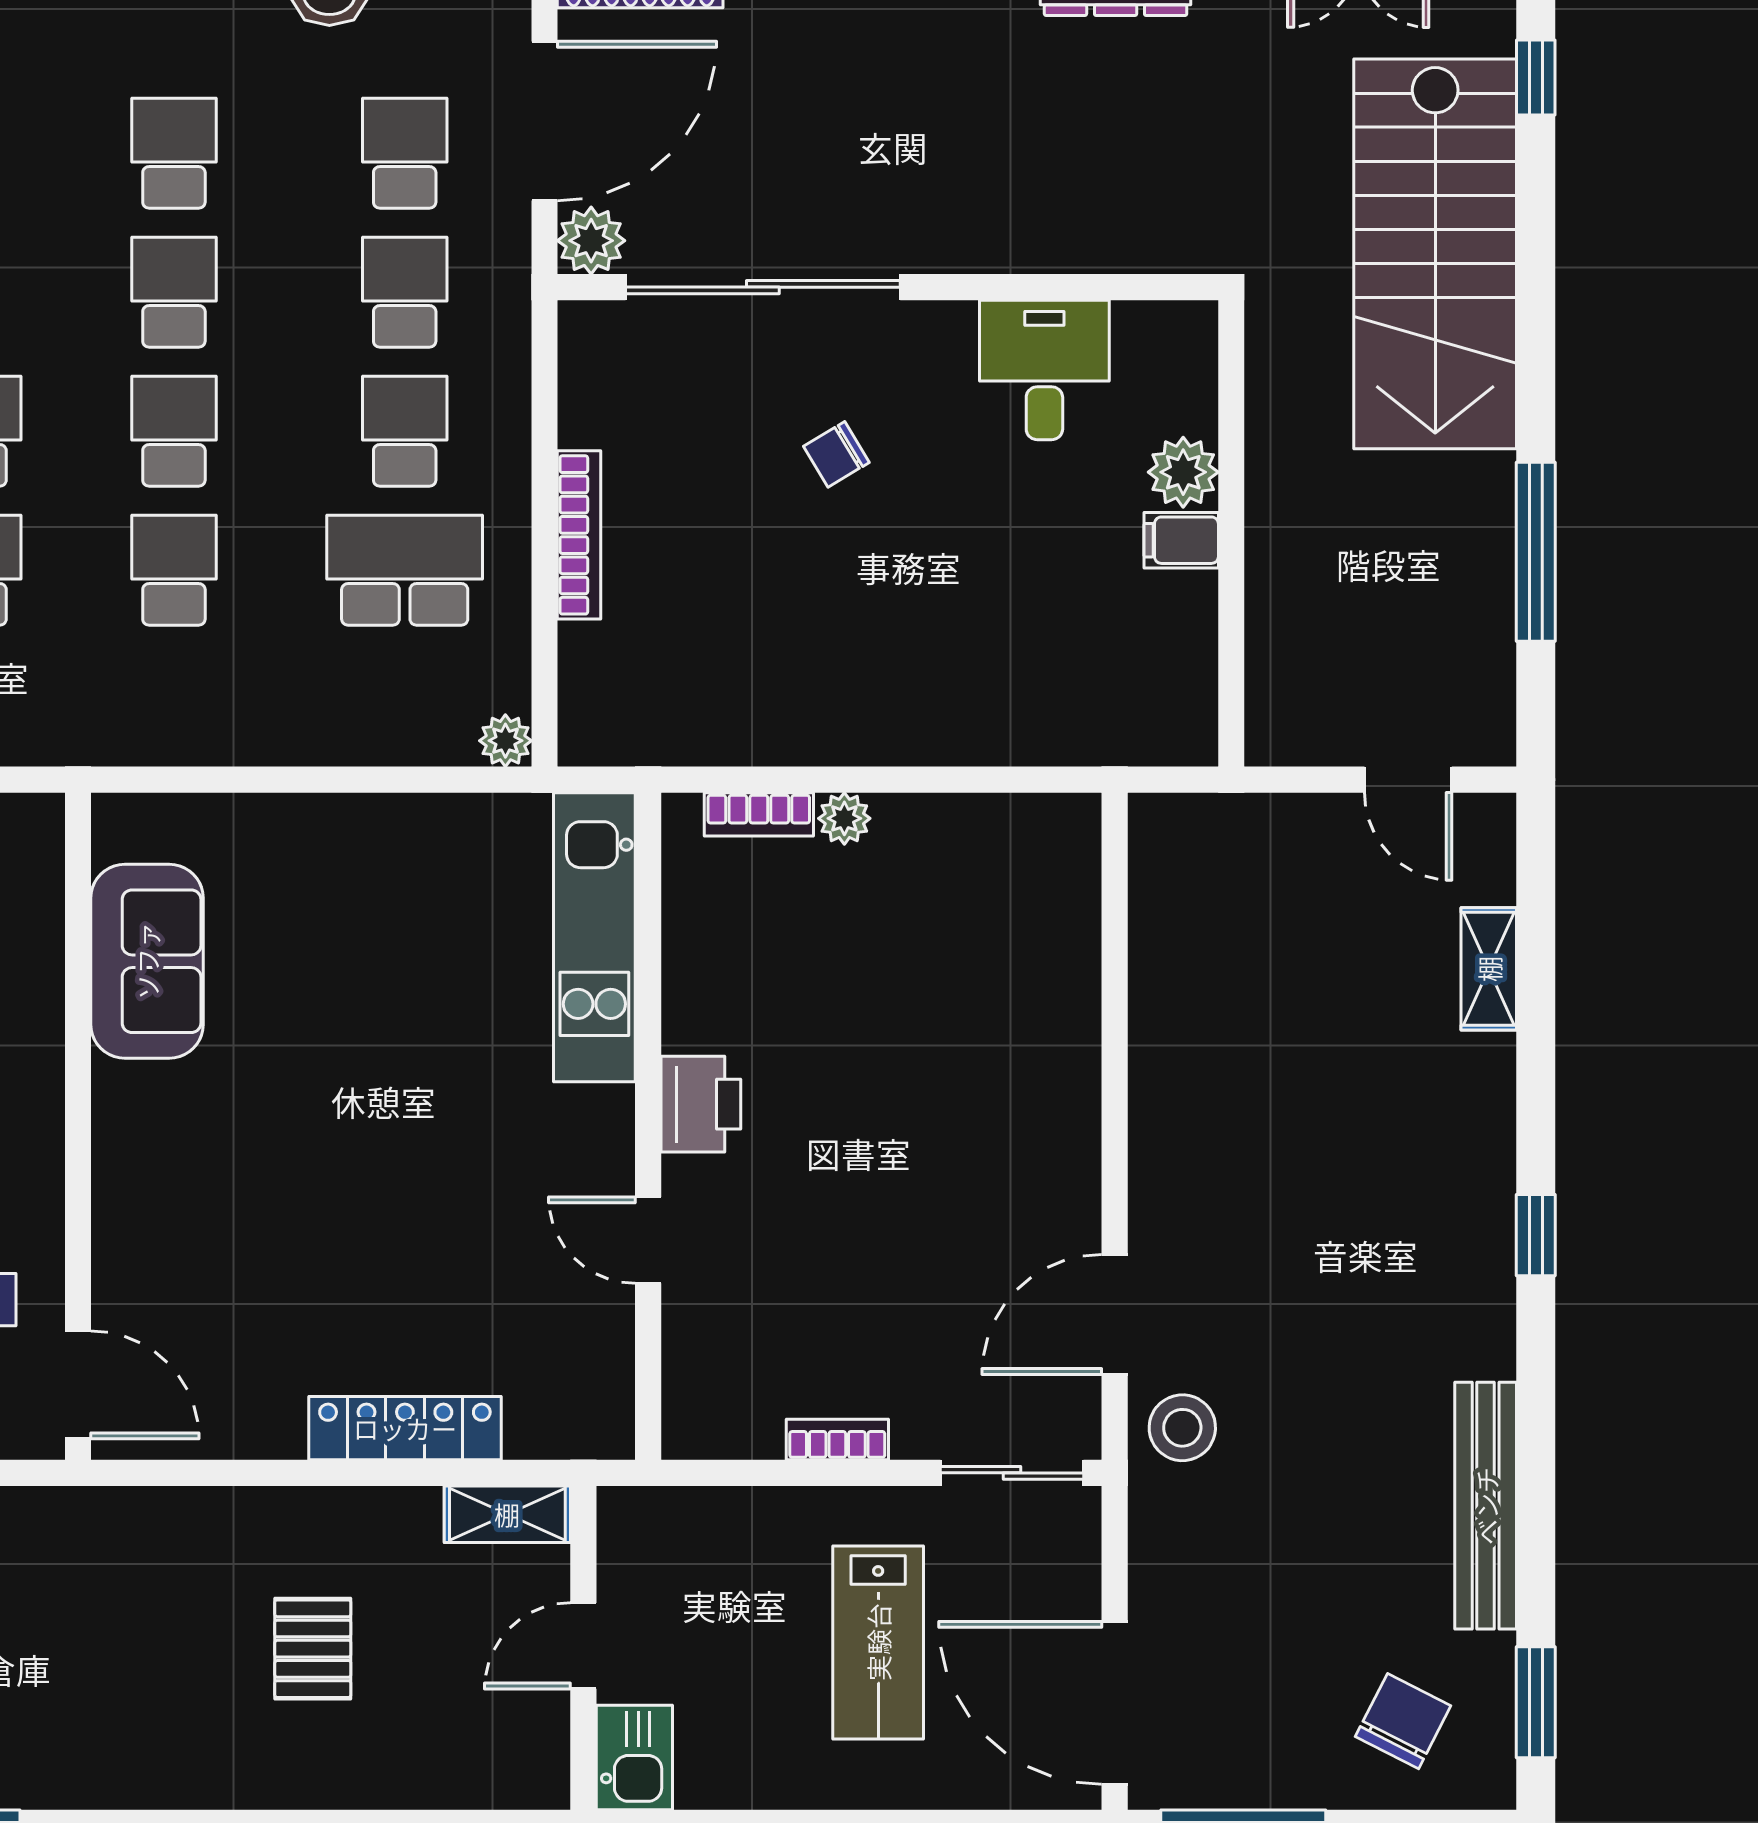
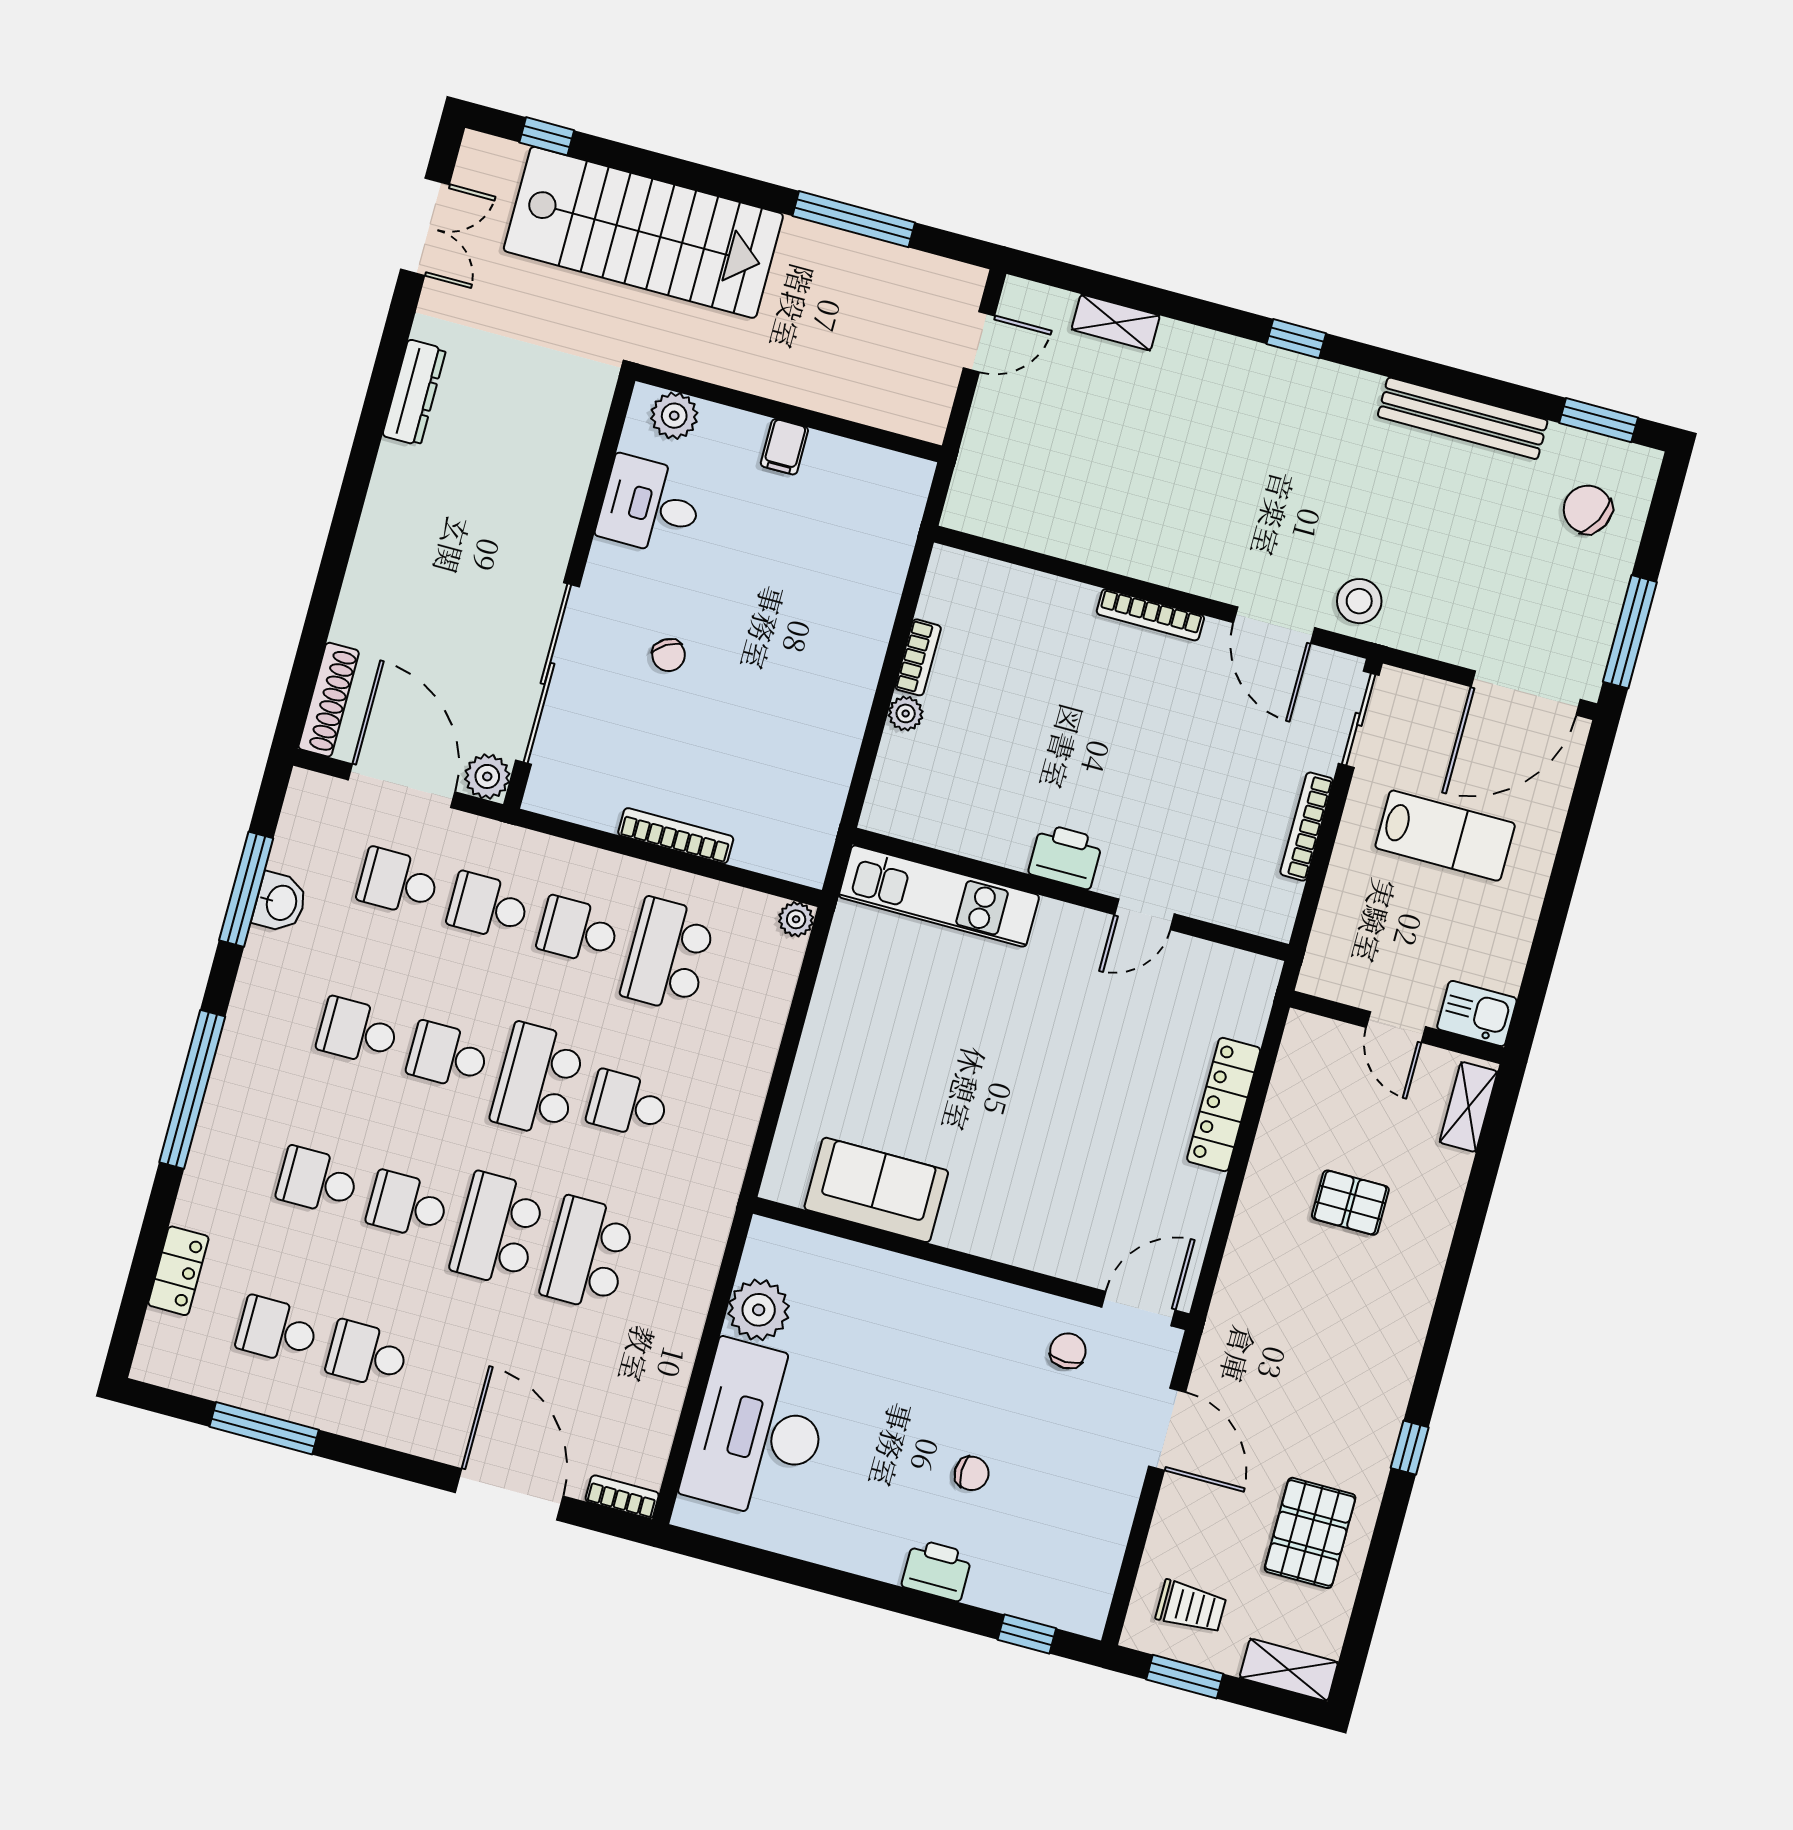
school desk: (174, 431) -> (538, 1080), width x1.85
plant: (1183, 472) -> (674, 416), moved
bookcase: (759, 814) -> (918, 657), moved
bookcase: (1082, 1132) -> (1150, 615), added
bookcase: (837, 1440) -> (1307, 827), width x1.56
shelving: (507, 1514) -> (1468, 1107), moved

